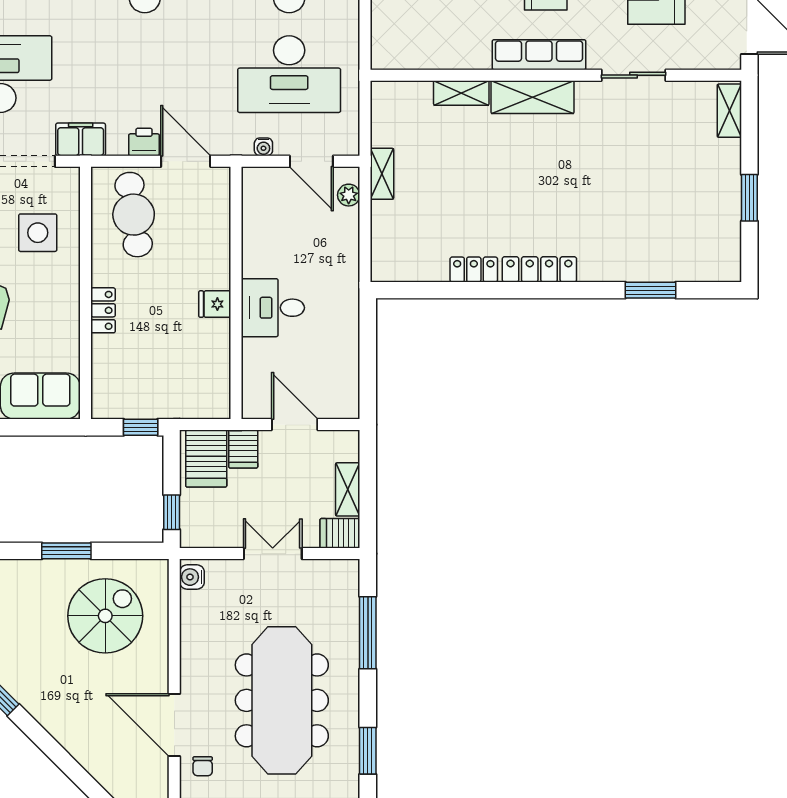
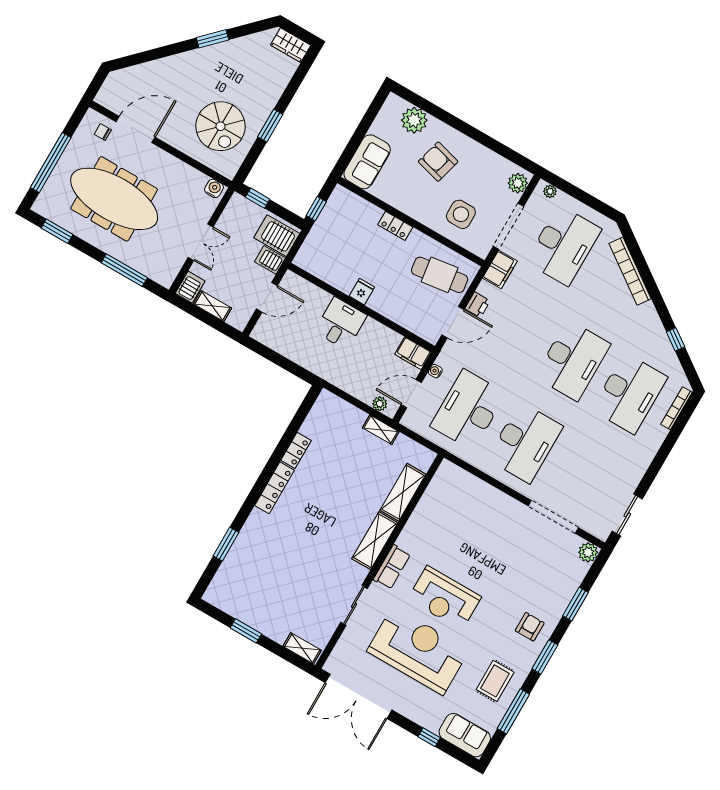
row of seats: (539, 55) -> (392, 567), width x0.68
shelving: (461, 93) -> (403, 492), width x1.50, depth x1.33
filing cabinet: (257, 190) -> (413, 353), added

